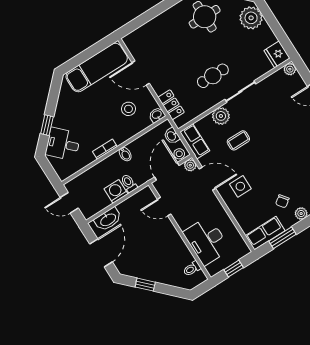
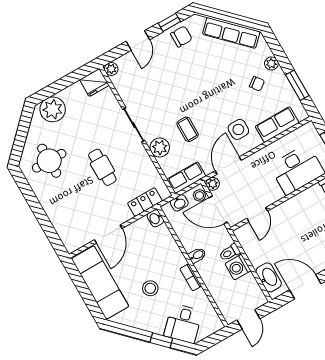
cafe table: (213, 76) -> (102, 167), moved
stool: (128, 109) -> (150, 288), moved
row of seats: (265, 233) -> (277, 125), moved, turned 90

